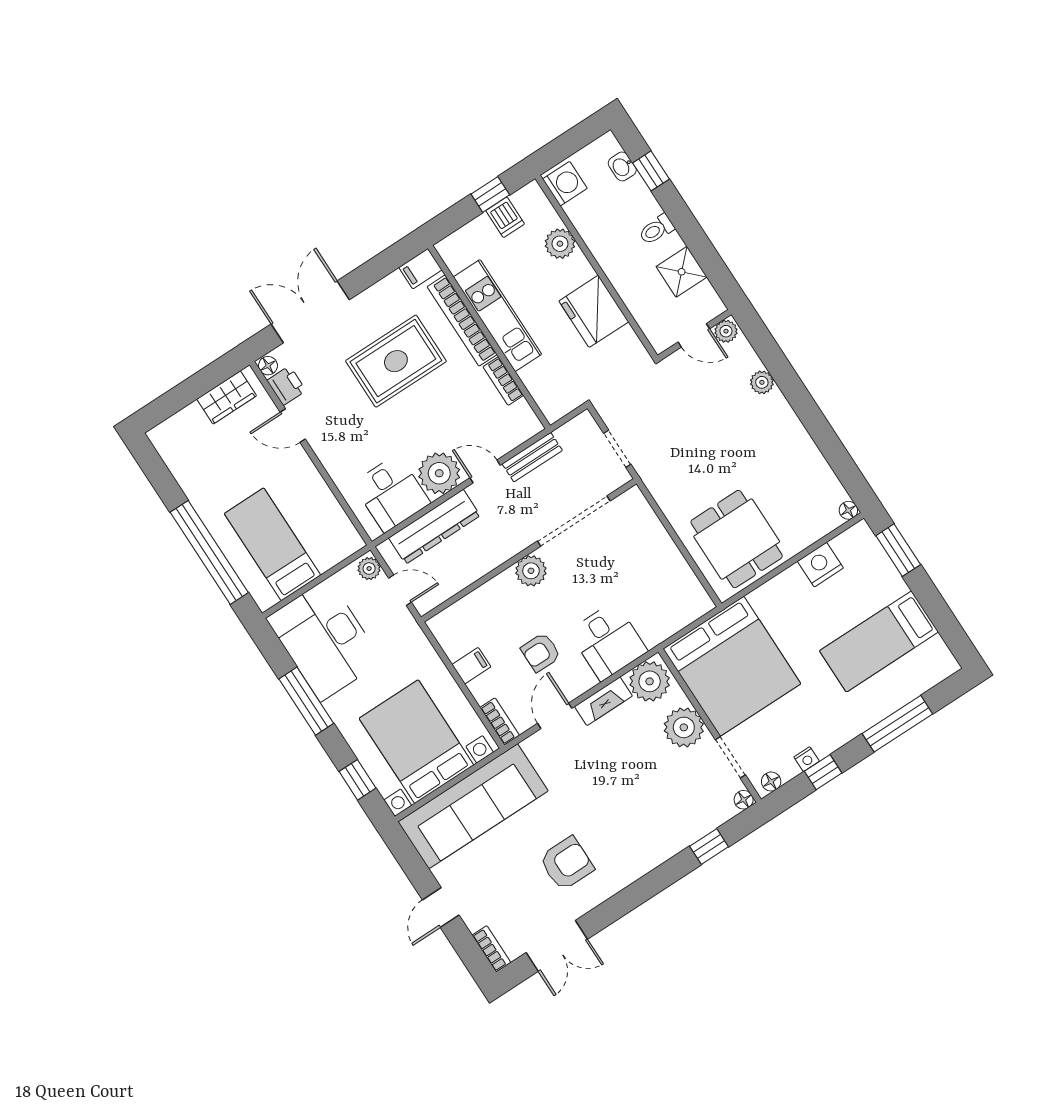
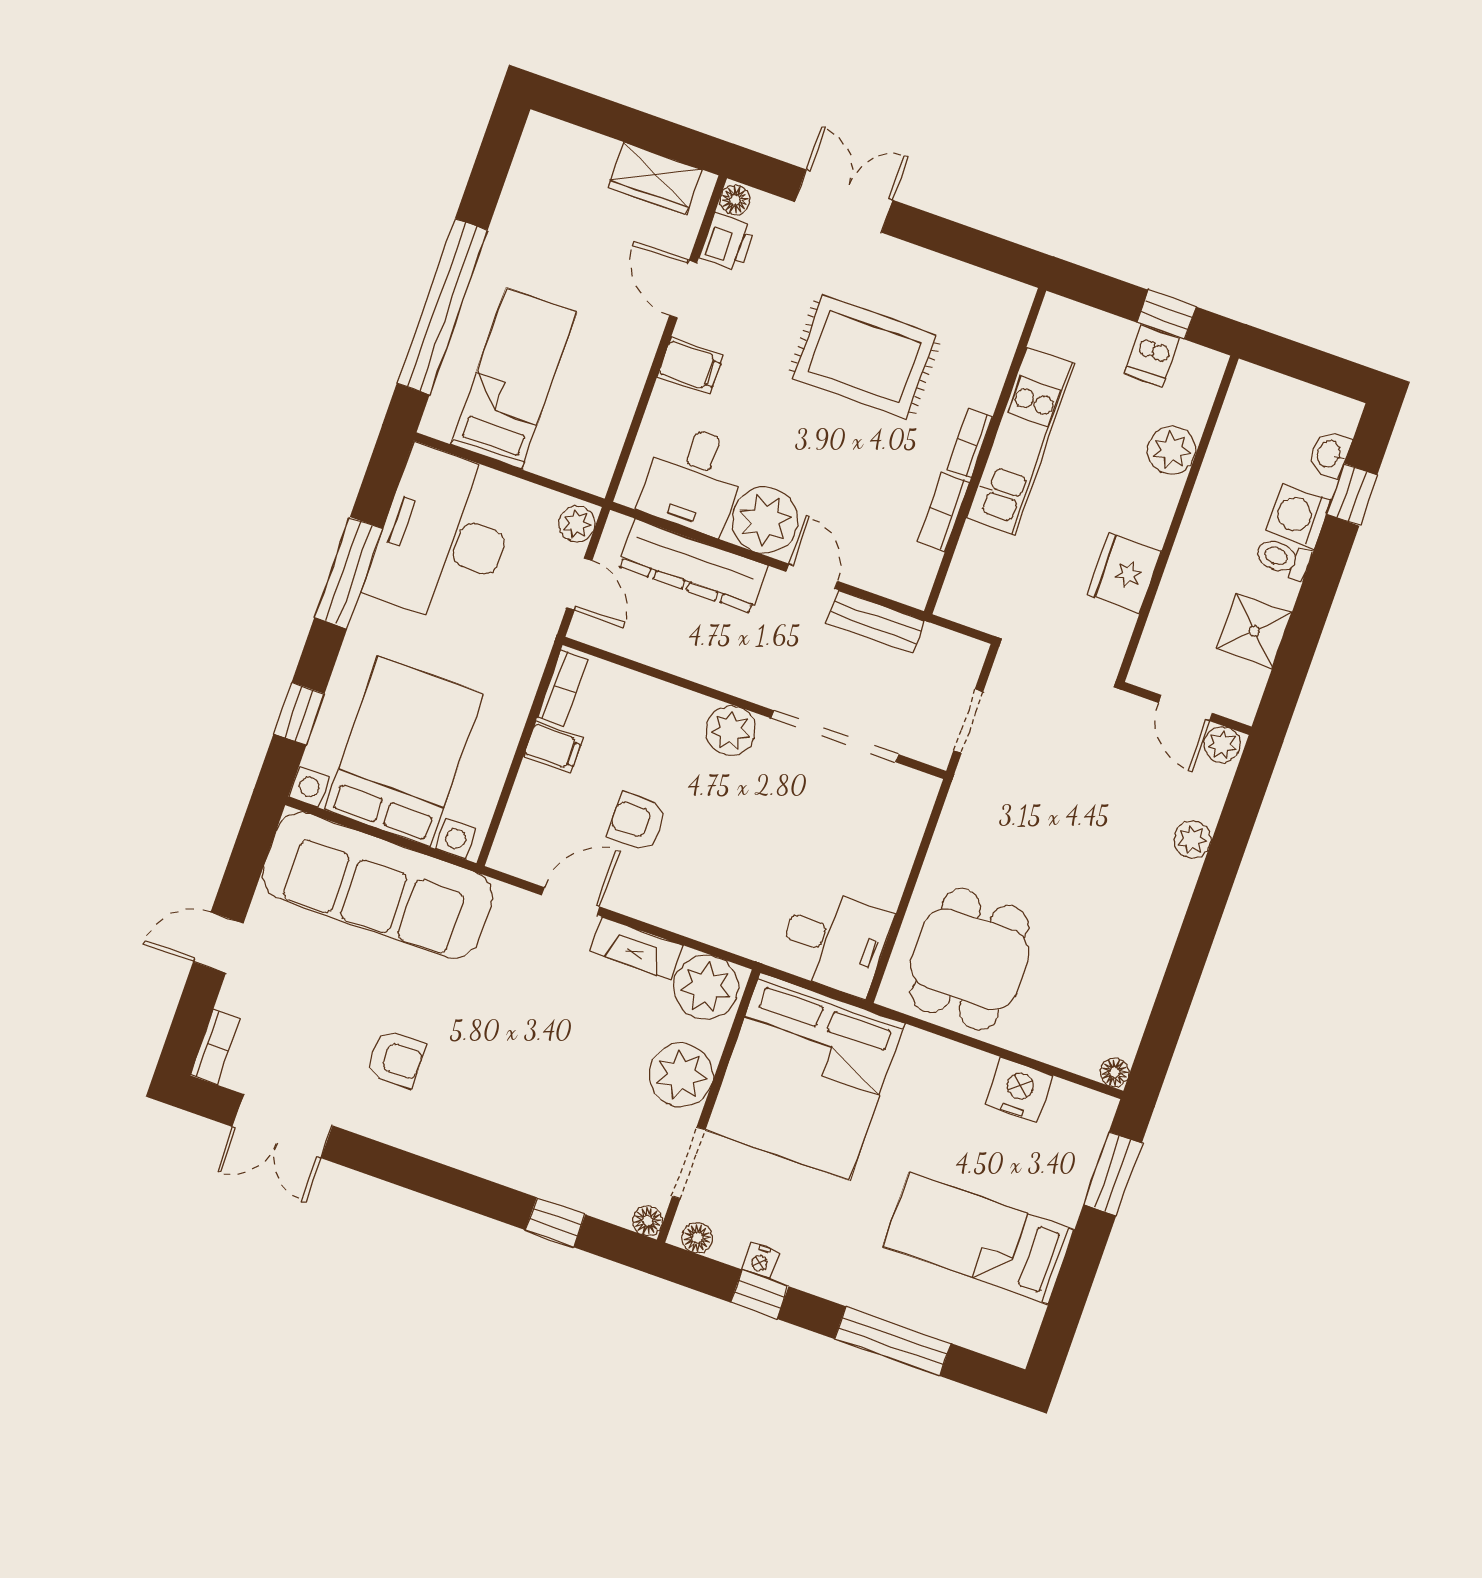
washing machine: (565, 184) -> (1299, 515), moved, turned 180
filing cabinet: (420, 269) -> (690, 366), moved, turned 180
fridge: (594, 311) -> (1124, 573), width x0.73, depth x0.75
double door: (310, 312) -> (844, 201), width x0.73
bookcase: (462, 321) -> (969, 443), width x0.43, depth x0.76
desk: (608, 641) -> (834, 941), moved, turned -90
bookcase: (500, 721) -> (562, 688), moved
armchair: (567, 863) -> (396, 1059), width x0.72, depth x0.72

